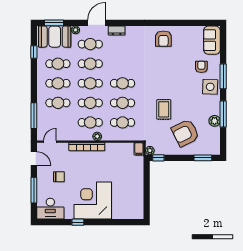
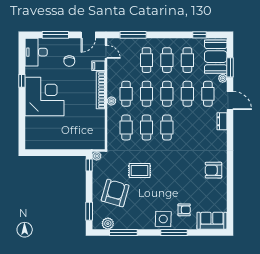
window: (54, 23) -> (230, 67), moved
window: (223, 114) -> (123, 233), moved
plant: (215, 121) -> (108, 224), moved
armchair: (185, 133) -> (115, 193), turned 42
filing cabinet: (139, 149) -> (98, 66), moved

